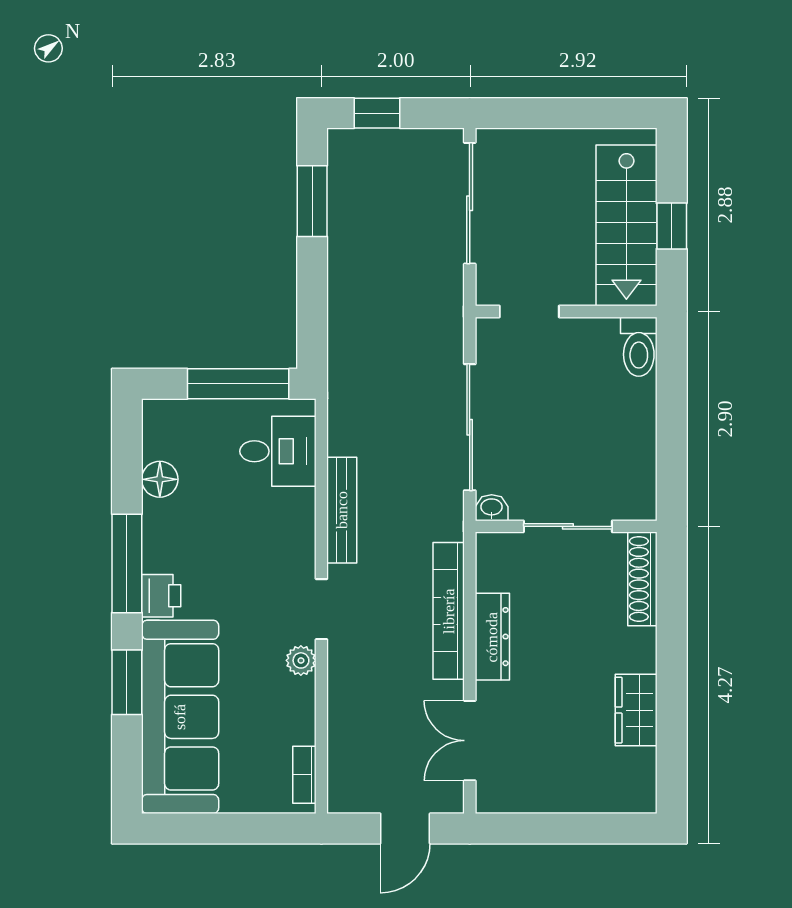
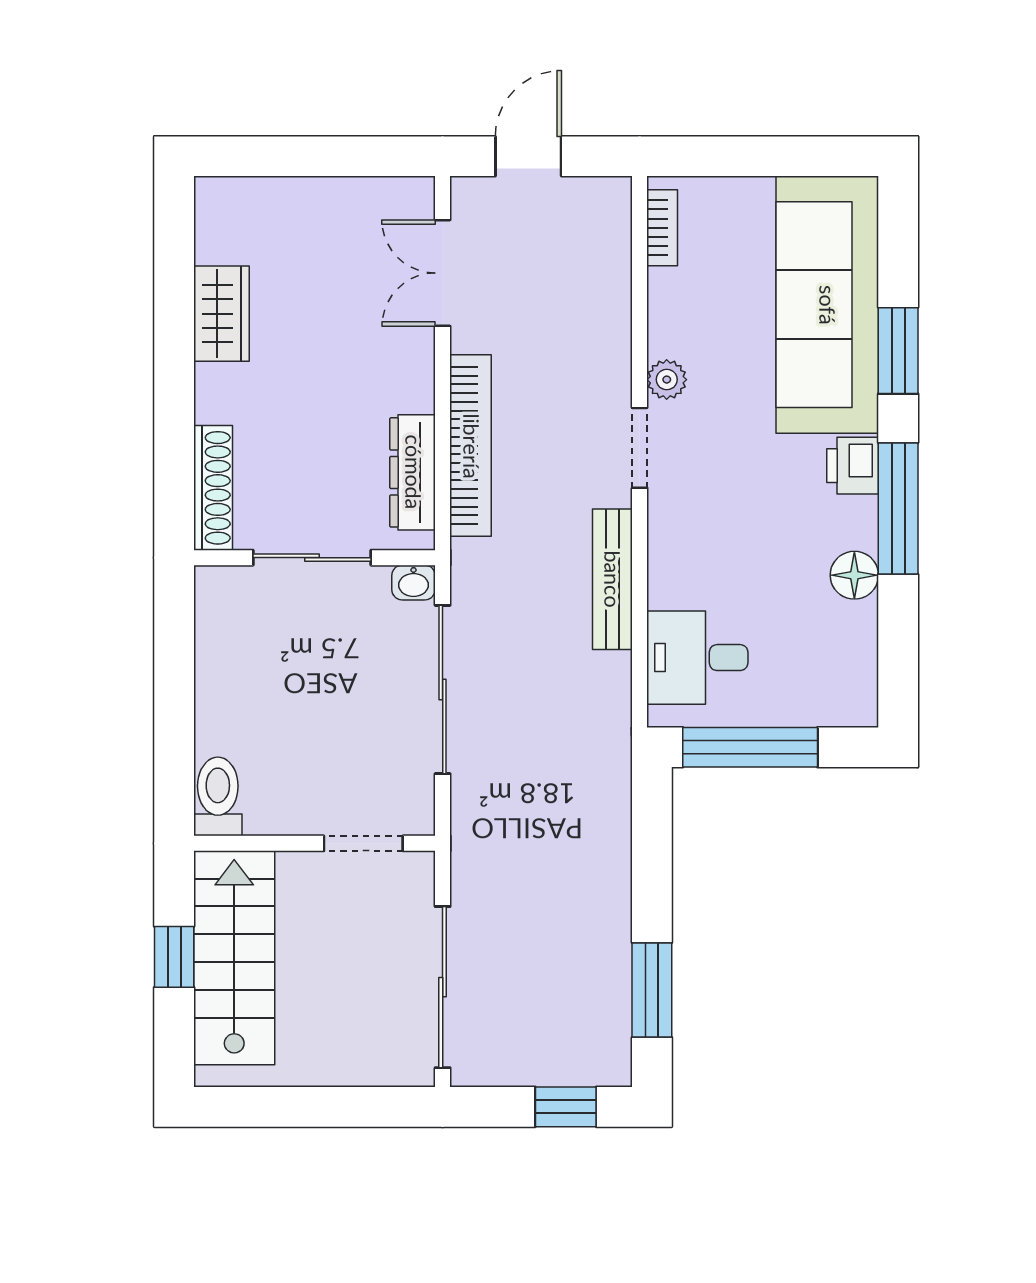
floor lamp: (160, 479) -> (854, 575), moved
dresser: (492, 637) -> (413, 472), moved
double door: (470, 741) -> (443, 273), swing flipped

